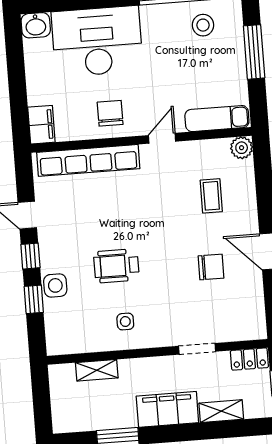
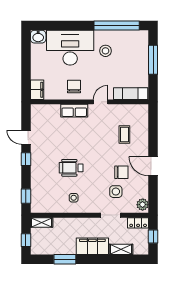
stool: (203, 25) -> (105, 51), moved
plant: (242, 148) -> (143, 205), moved
row of seats: (88, 160) -> (74, 111), width x0.50
side table: (55, 285) -> (116, 192), moved
window: (34, 299) -> (26, 196), moved
shelving: (97, 370) -> (42, 222), moved
window: (42, 408) -> (26, 240), added

